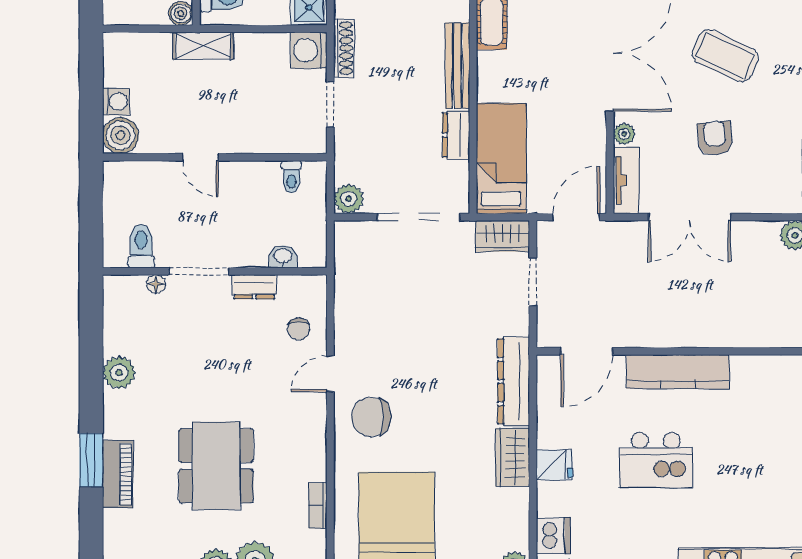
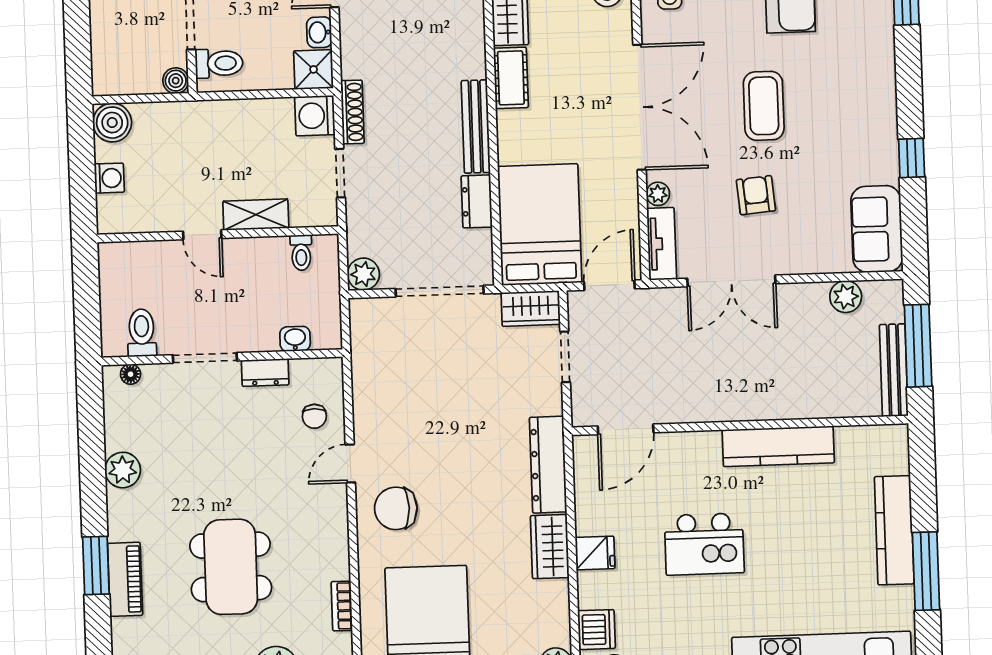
shelving: (203, 46) -> (256, 215), moved
coffee table: (725, 56) -> (764, 106), turned 65
boiler: (121, 135) -> (112, 123), moved
bed: (501, 158) -> (540, 224), width x1.50
floor lamp: (156, 284) -> (131, 374), moved
kitchen counter: (678, 372) -> (778, 446), moved

